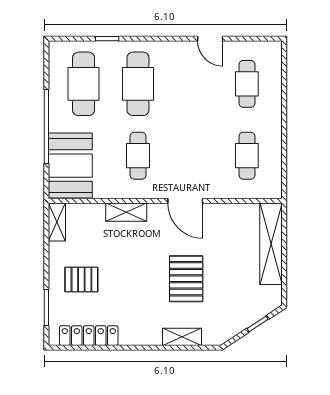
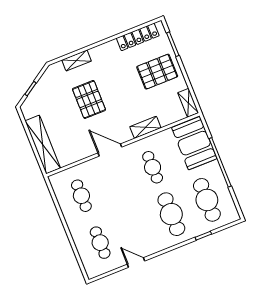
pallet: (81, 280) -> (157, 72), width x1.50, depth x1.42

